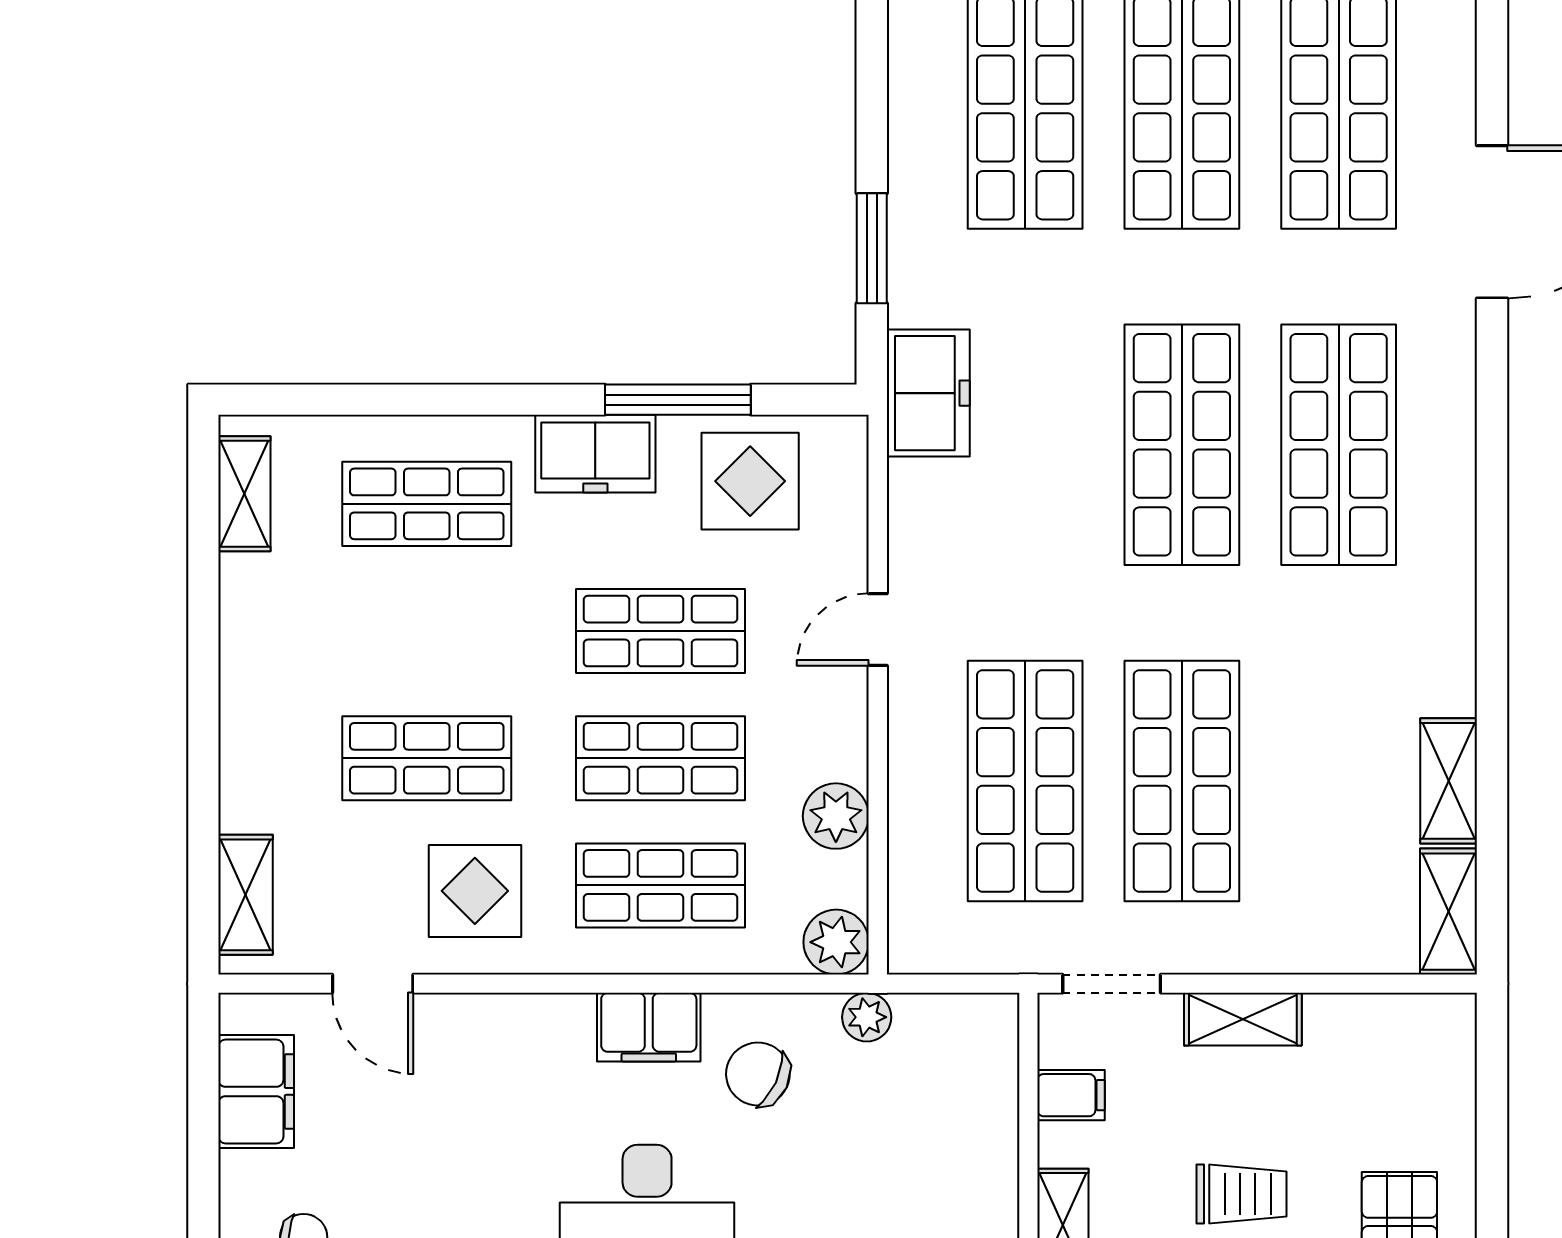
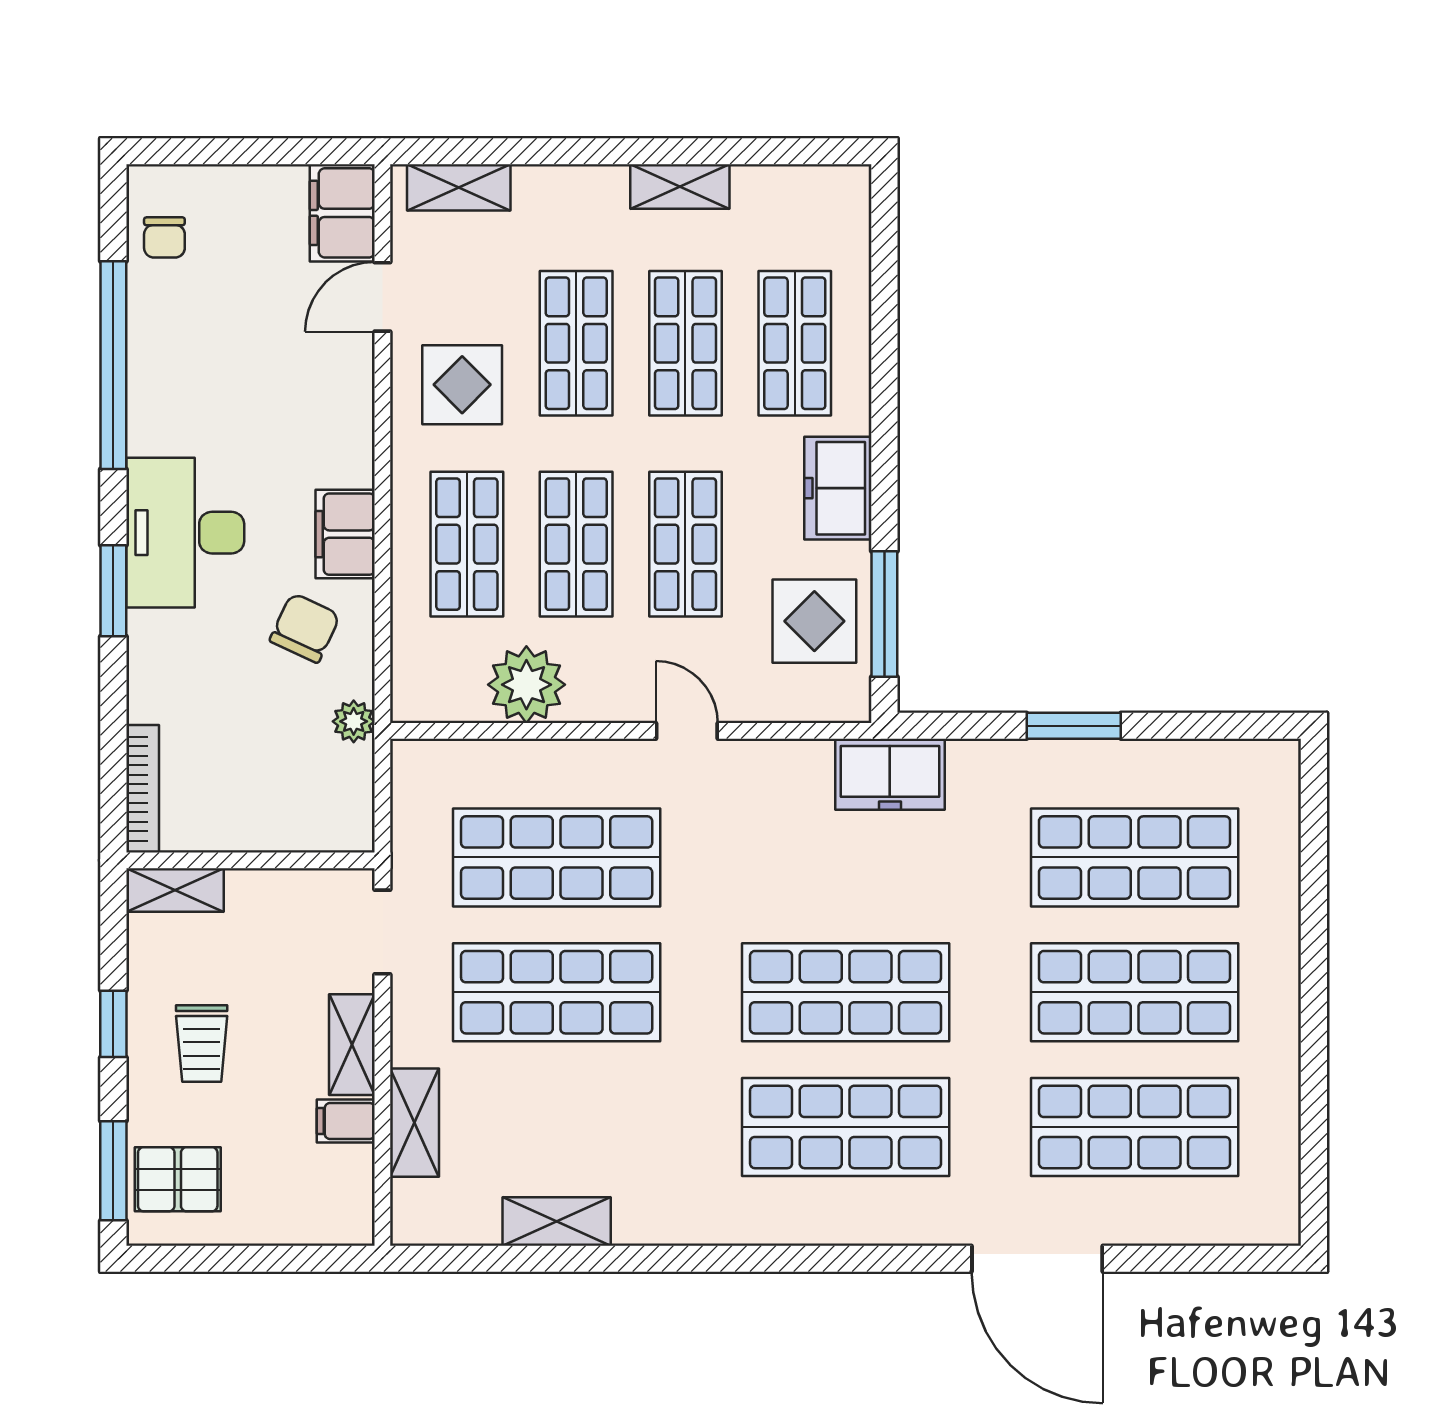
window: (872, 248) -> (1074, 726), moved
window: (678, 400) -> (884, 614), moved
shelving: (244, 494) -> (680, 187), moved
shop shelf: (427, 631) -> (685, 343), added
plant: (836, 816) -> (526, 685), width x1.36, depth x1.36
shelving: (1449, 912) -> (415, 1123), moved, turned 90
plant: (836, 942) -> (418, 695), removed
filing cabinet: (256, 1091) -> (342, 213), moved, turned 90
filing cabinet: (1071, 1095) -> (346, 1121), moved, turned 90

